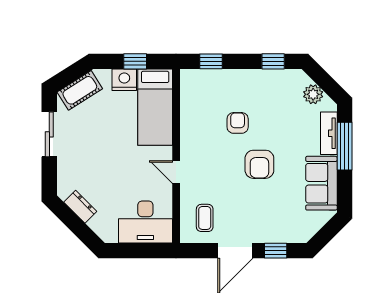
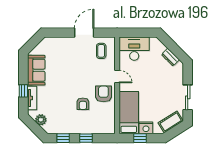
window: (211, 61) -> (86, 138), moved
window: (345, 146) -> (23, 91), width x0.46
armchair: (259, 164) -> (103, 94), moved
window: (276, 251) -> (62, 33), removed

